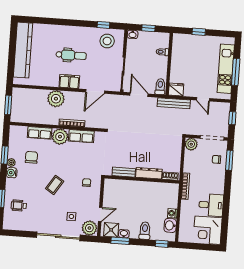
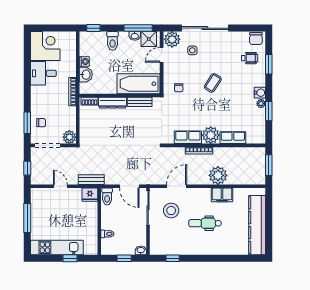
stool: (107, 41) -> (171, 211), moved
kitchen unit: (226, 69) -> (57, 247), moved, turned -90
filing cabinet: (69, 81) -> (222, 195), moved
bench: (174, 103) -> (91, 180), width x0.73
chair: (31, 157) -> (256, 39), moved
bathtub: (124, 189) -> (138, 84), added
washbasin: (170, 225) -> (86, 75), moved
window: (120, 241) -> (138, 28), width x1.44

